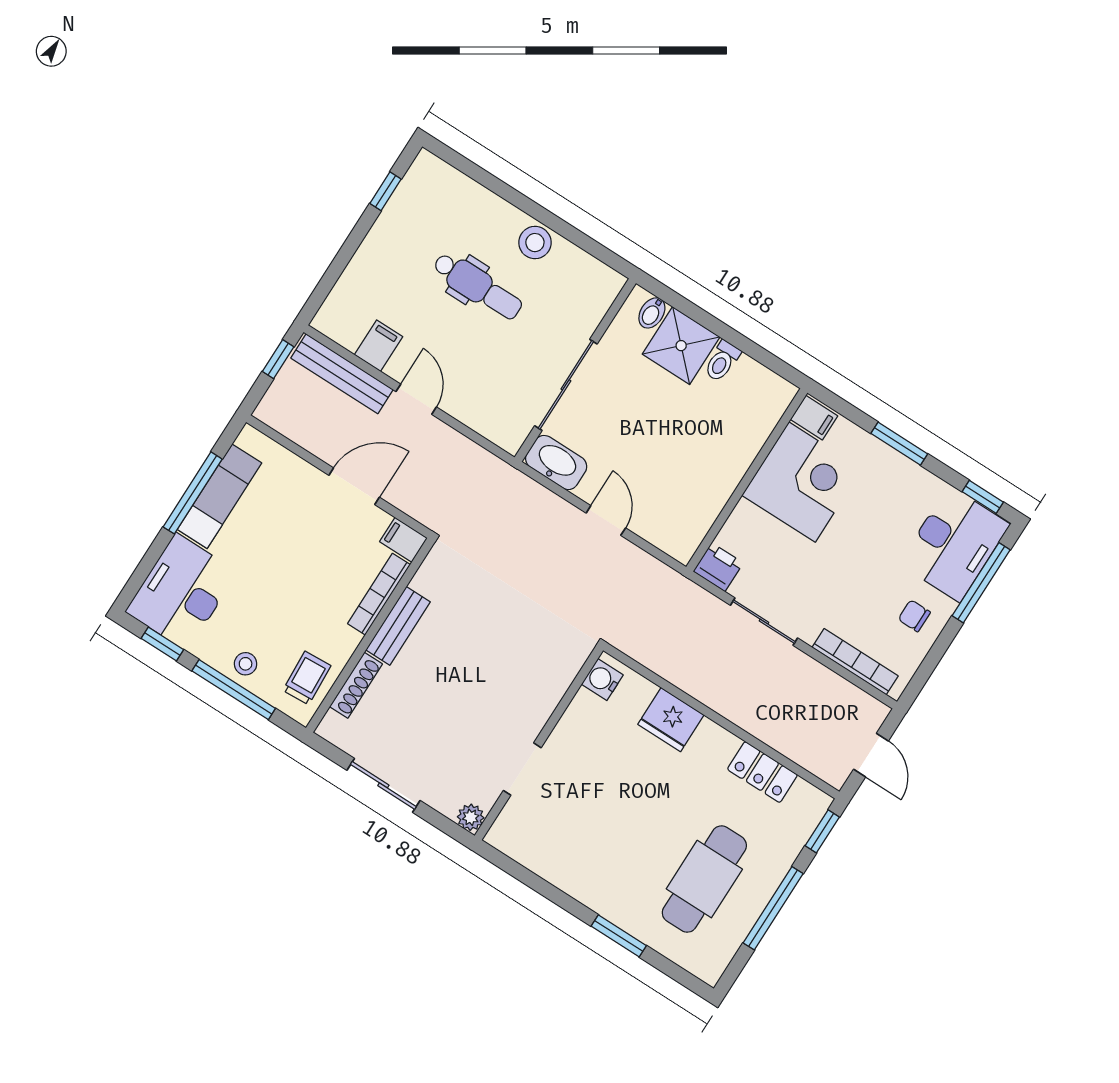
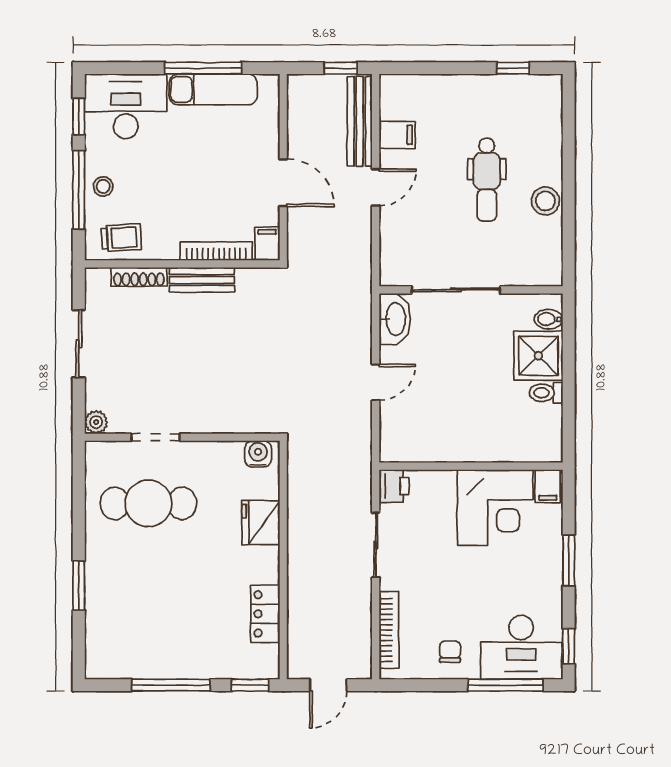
cafe table: (704, 879) -> (148, 503), moved

